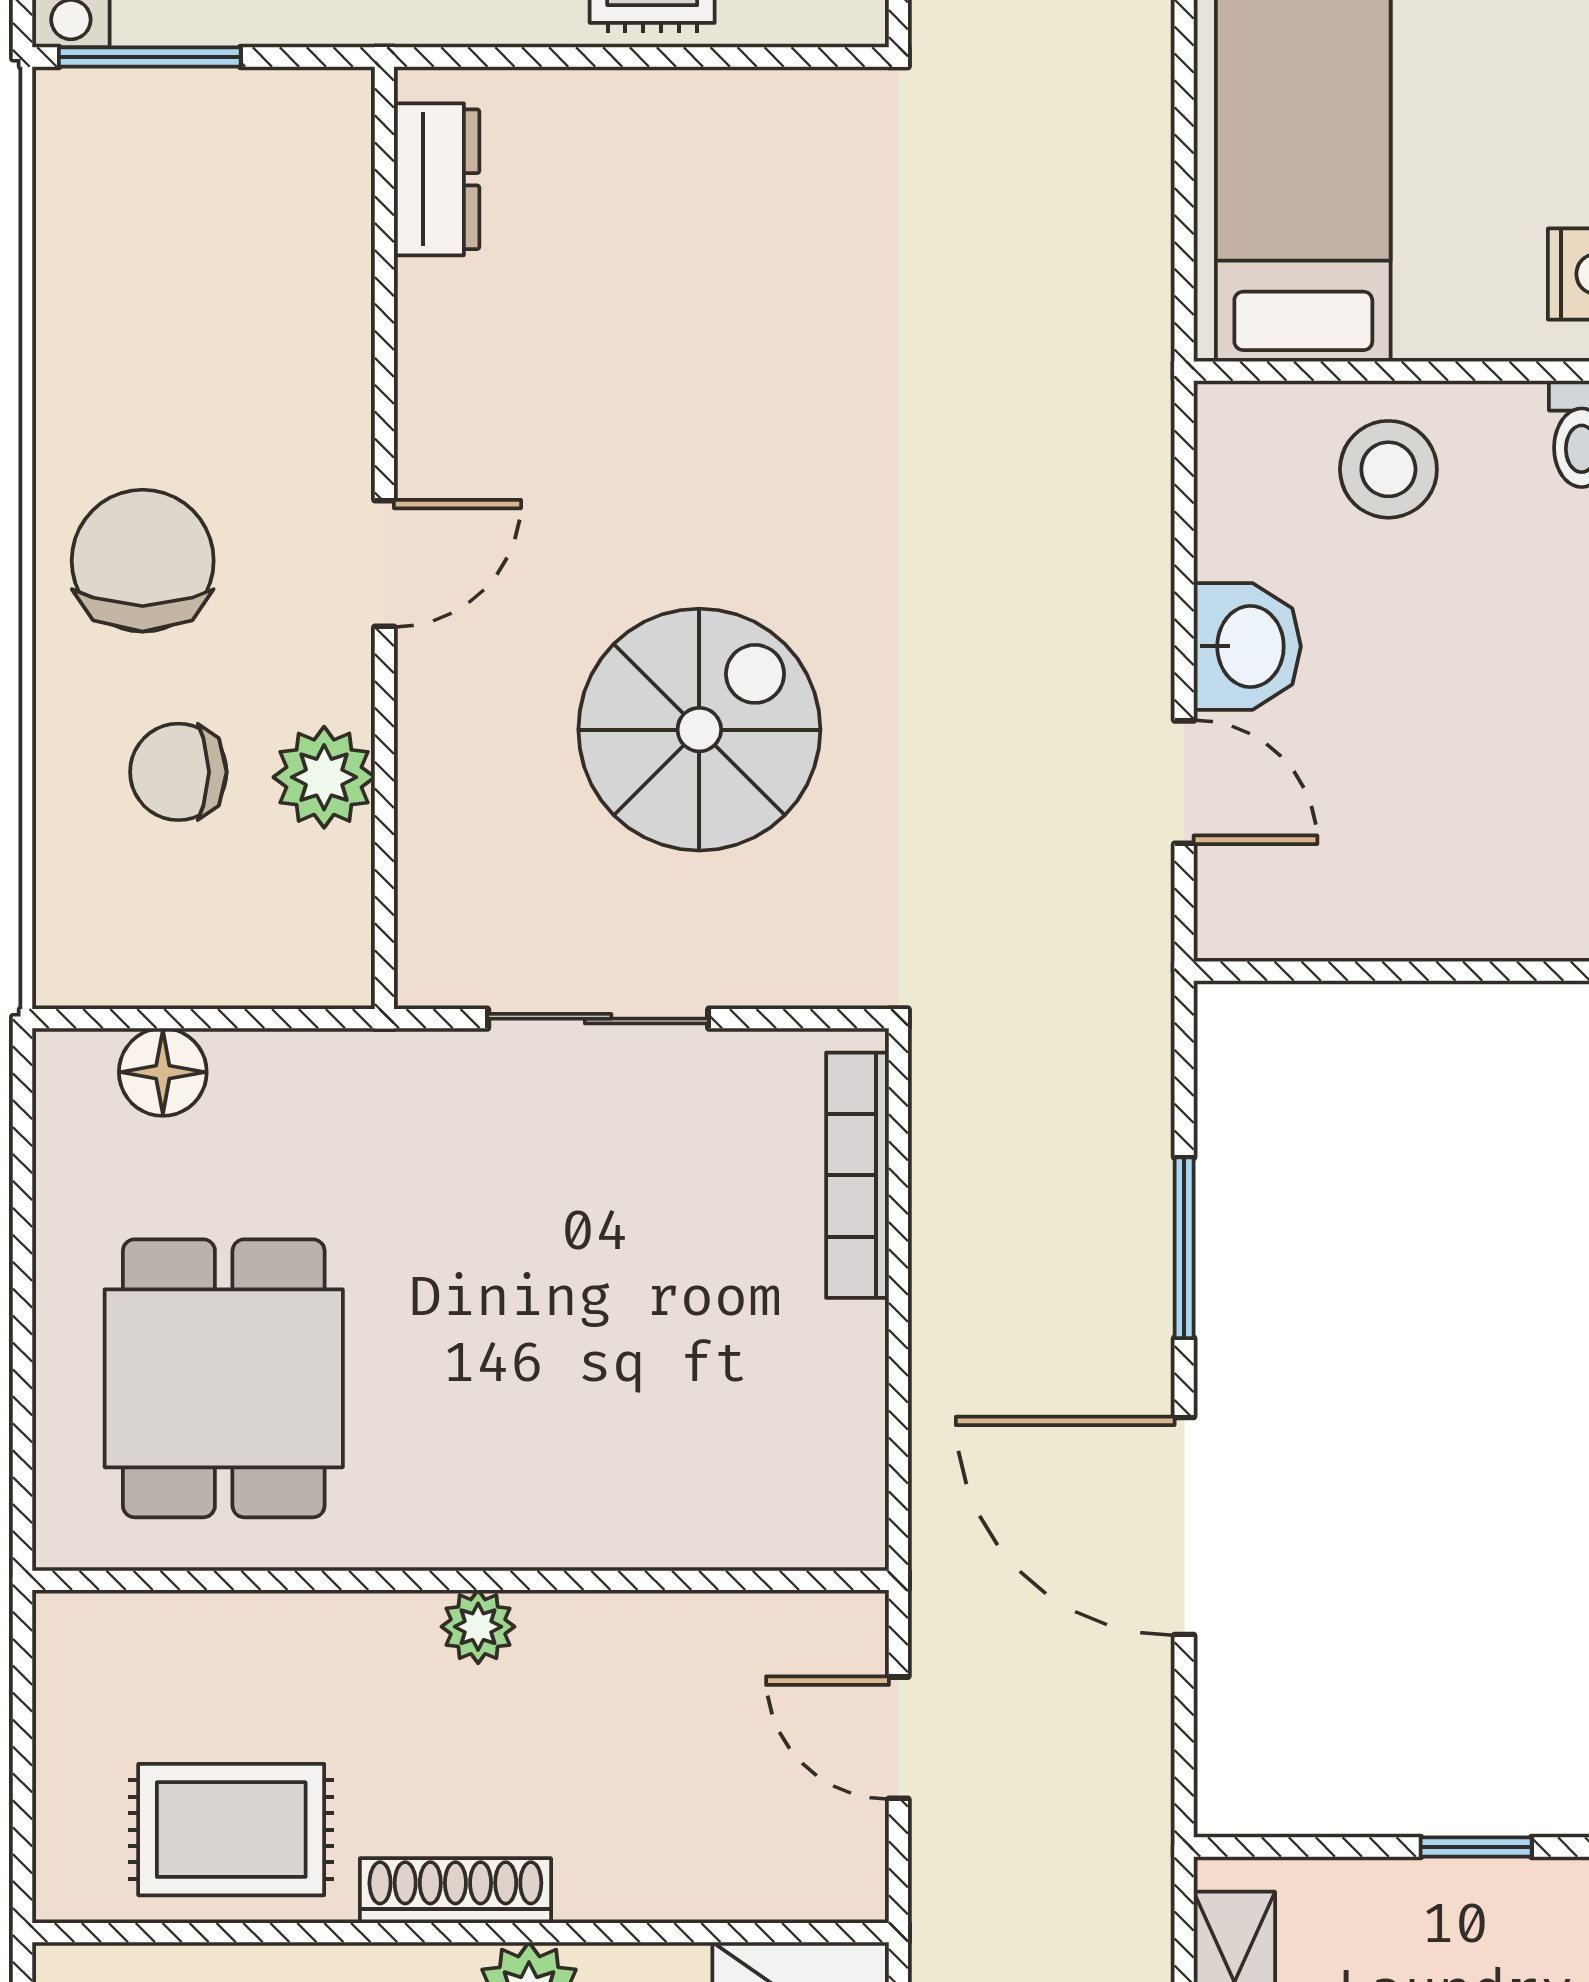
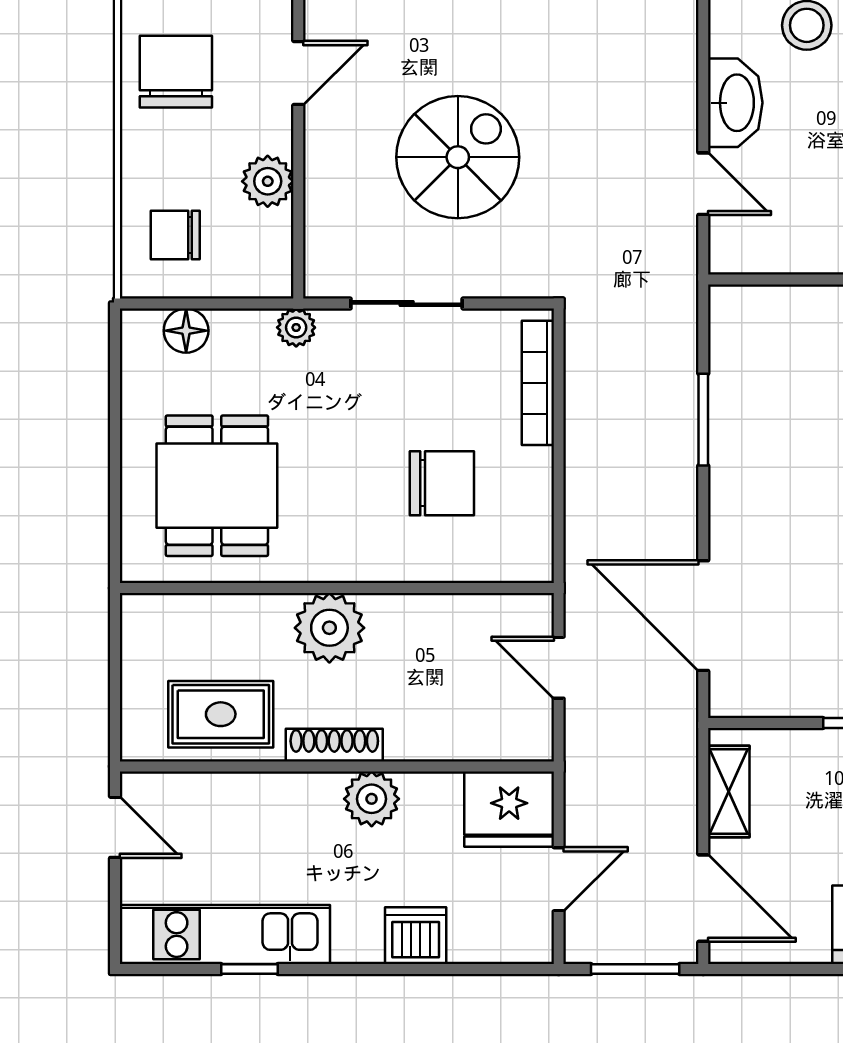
washbasin: (1247, 646) -> (735, 103), width x1.38
chair: (178, 772) -> (175, 235), moved
plant: (380, 1066) -> (296, 327), added
chair: (668, 1373) -> (442, 483), added
door: (1184, 1526) -> (703, 616), moved
plant: (478, 1627) -> (329, 628), width x1.88, depth x1.88

